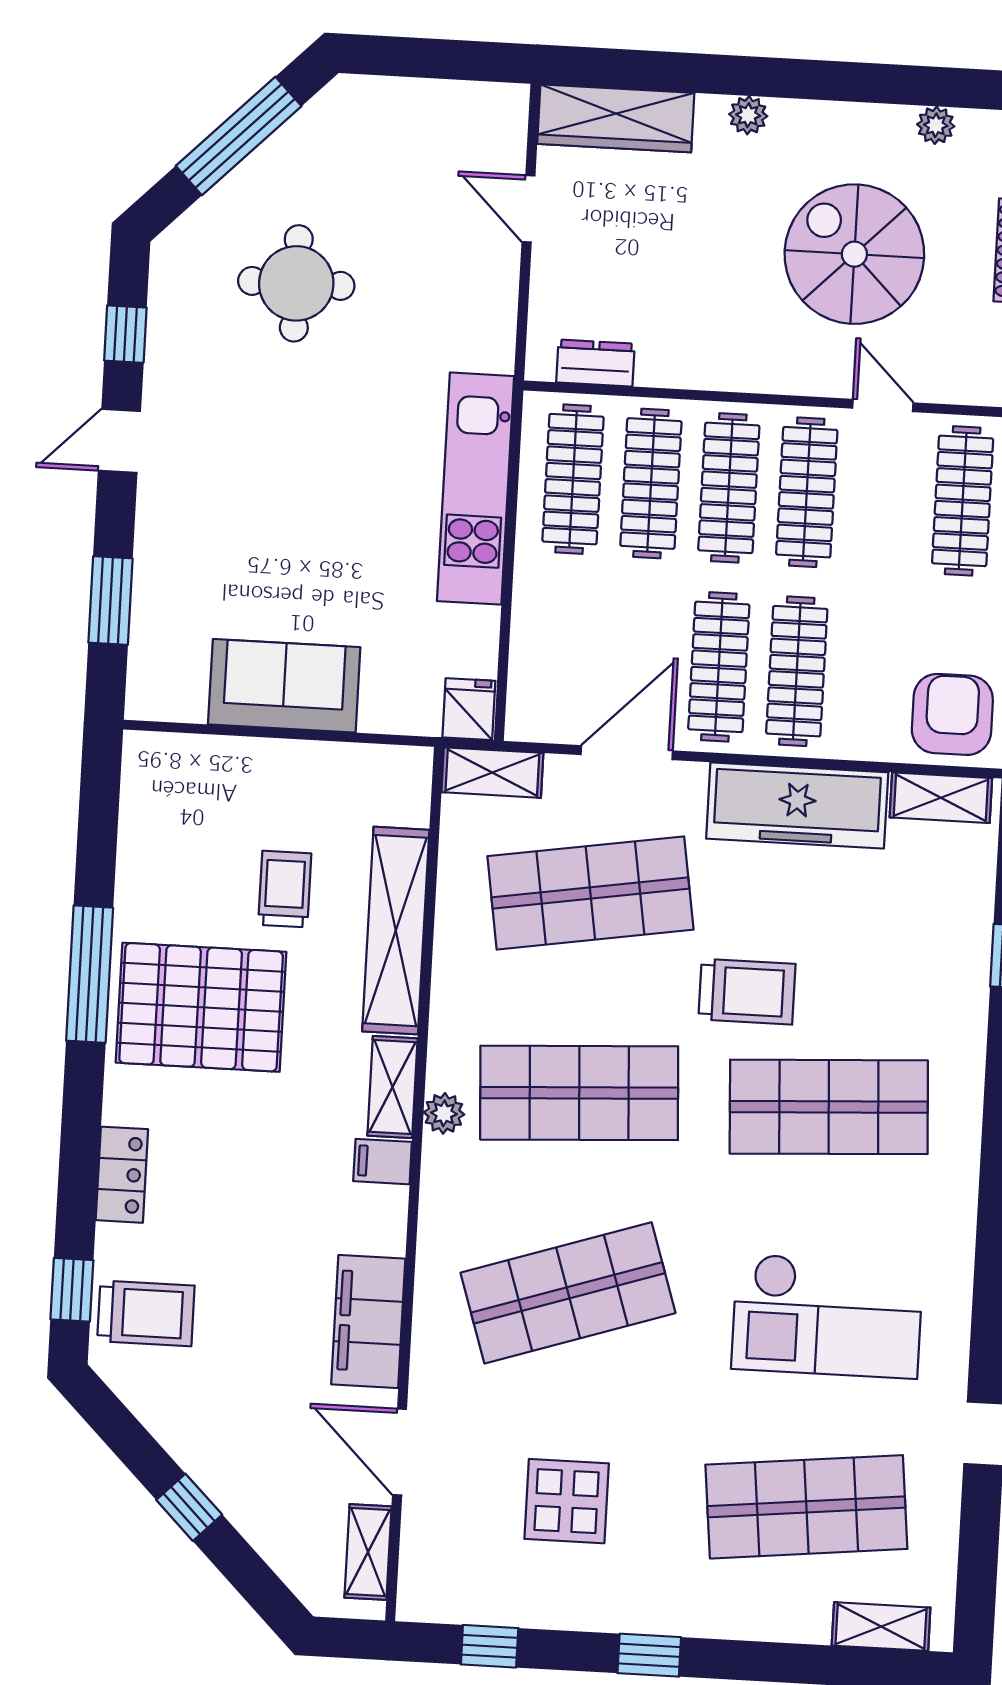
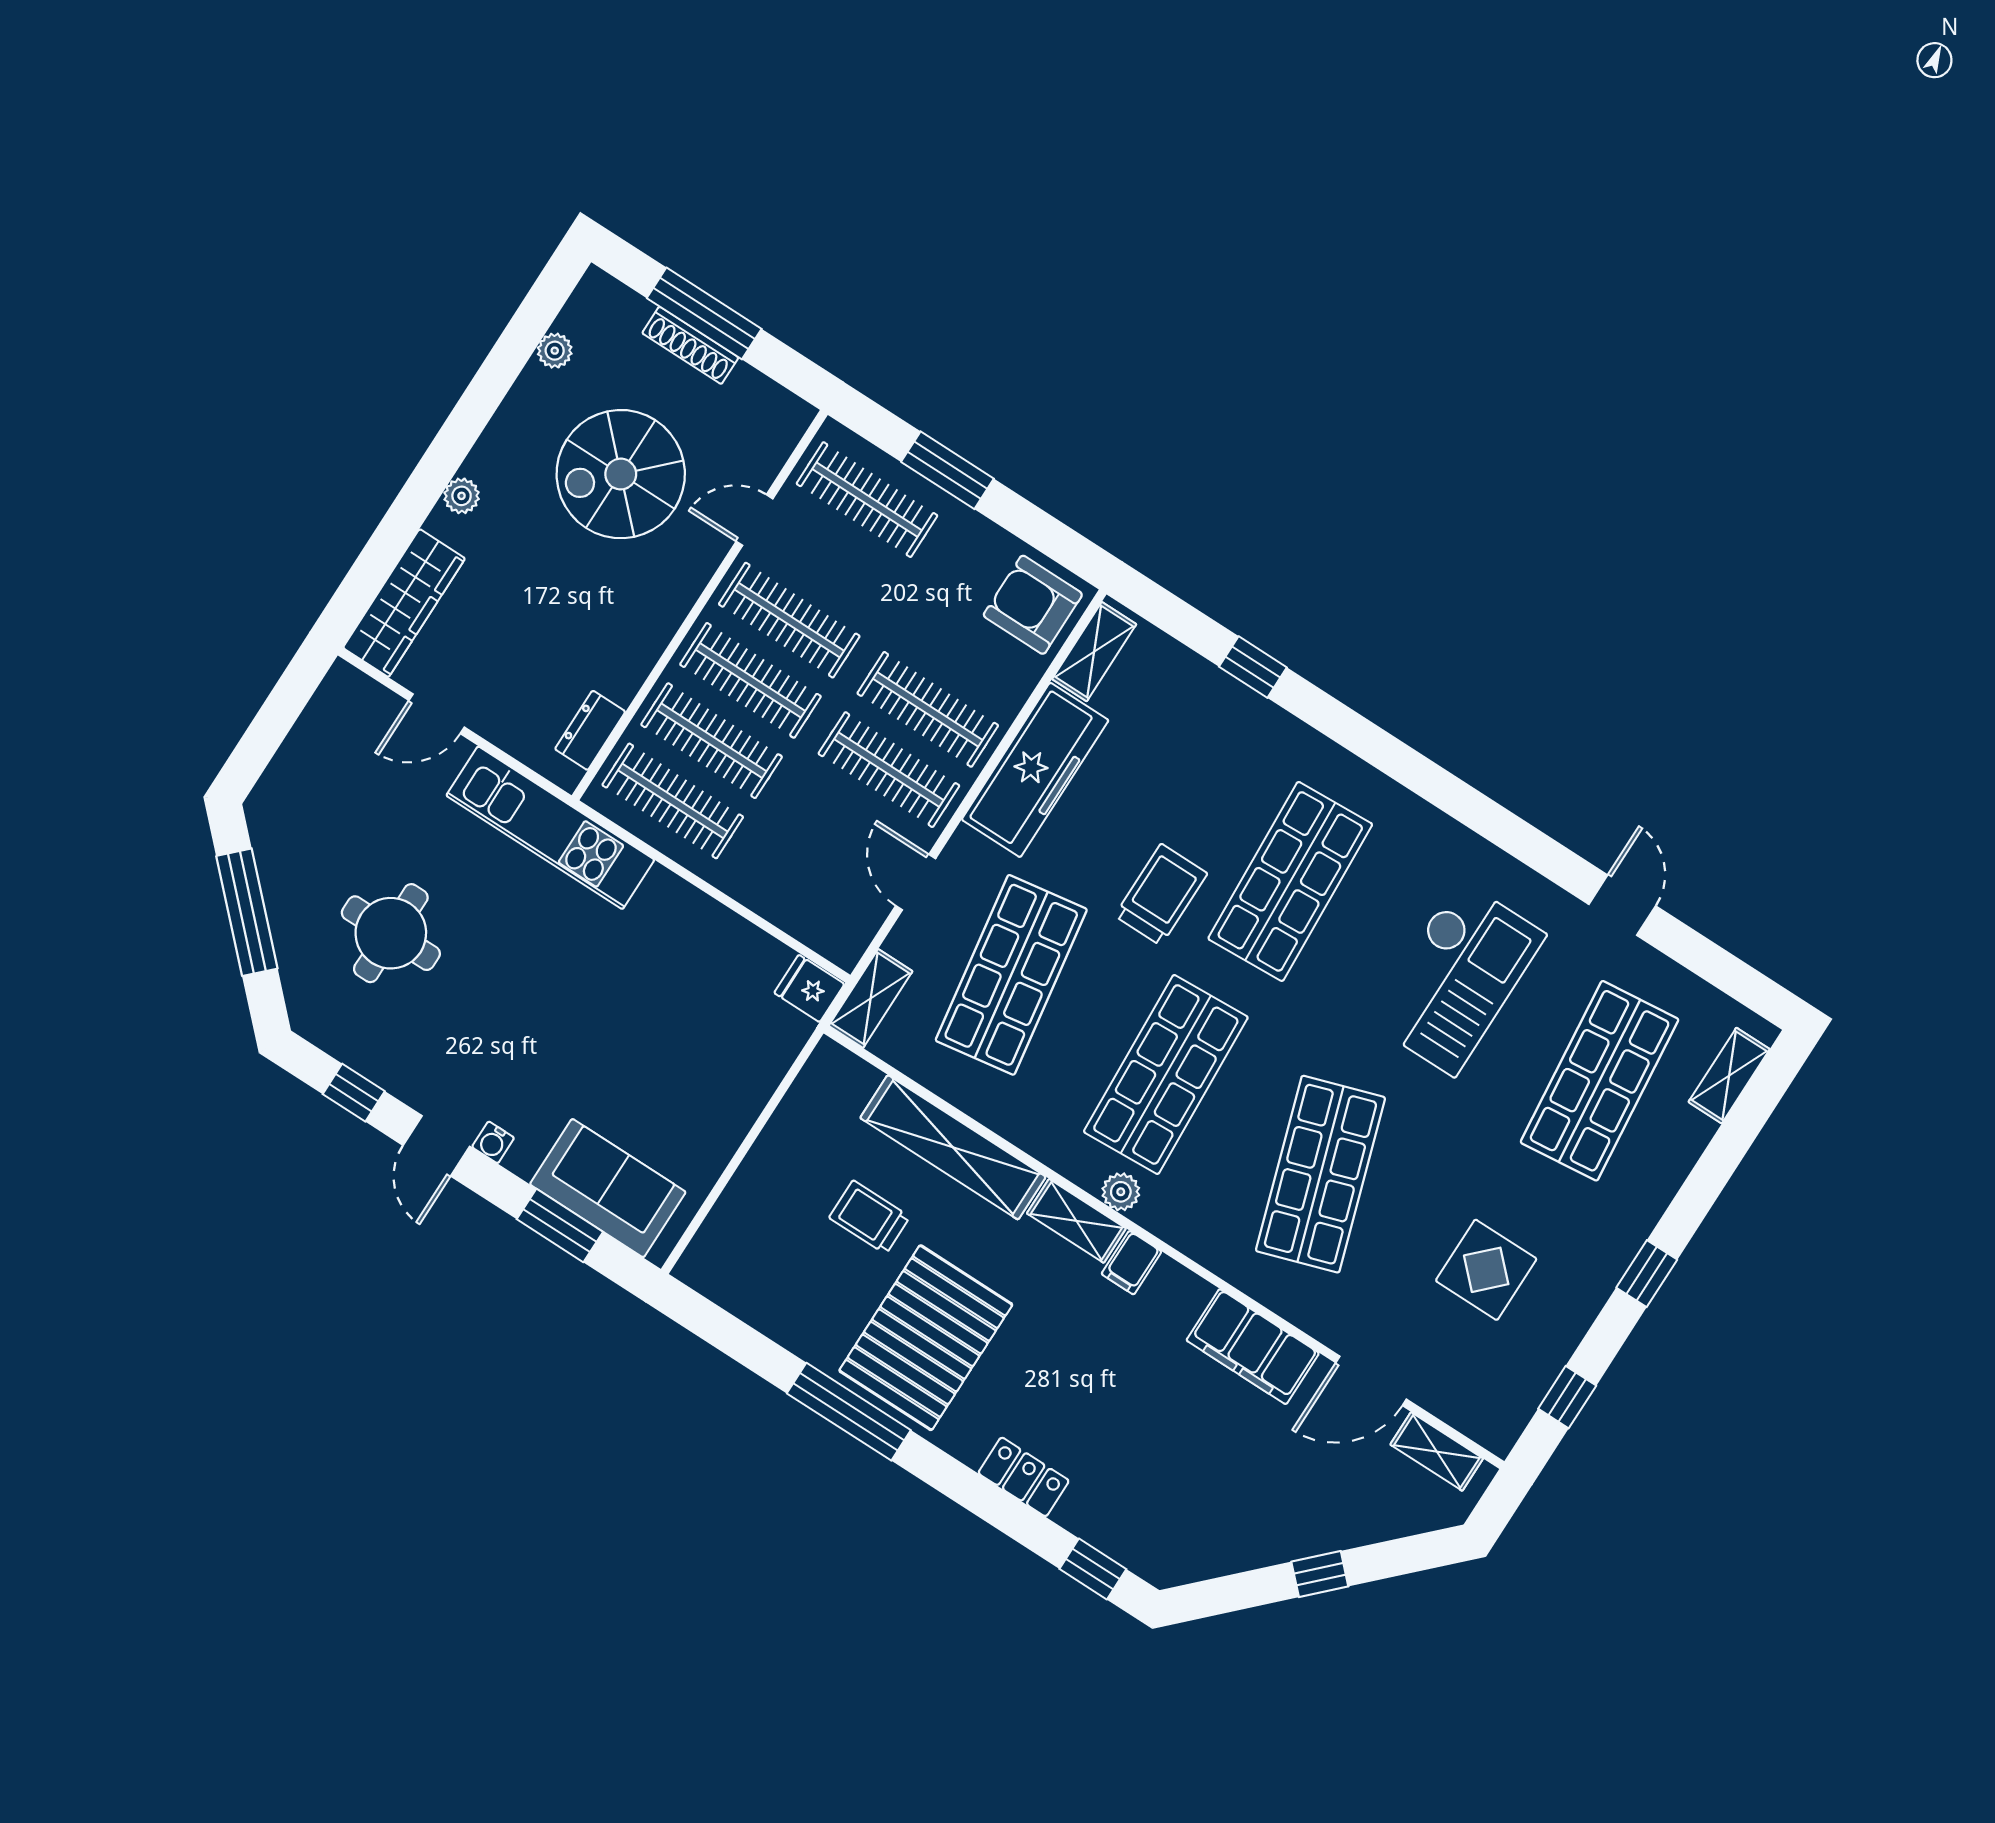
kitchen unit: (476, 489) -> (550, 828), moved
water cooler: (153, 493) -> (493, 1142), added
sofa: (284, 686) -> (608, 1188), moved, turned 90
door: (627, 753) -> (916, 882), width x0.73
trolley: (146, 1313) -> (1145, 1521), removed

